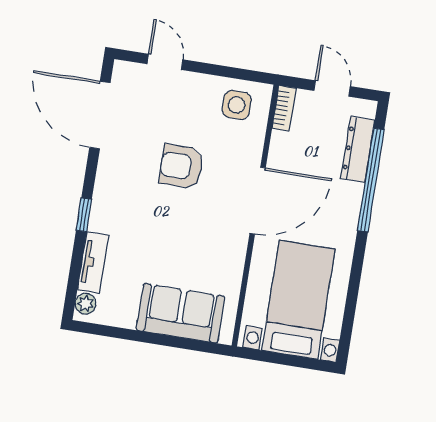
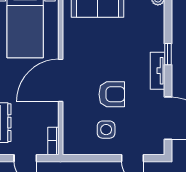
side table: (237, 105) -> (106, 130), moved
tv unit: (93, 262) -> (157, 71), moved

